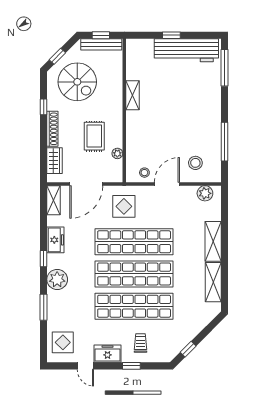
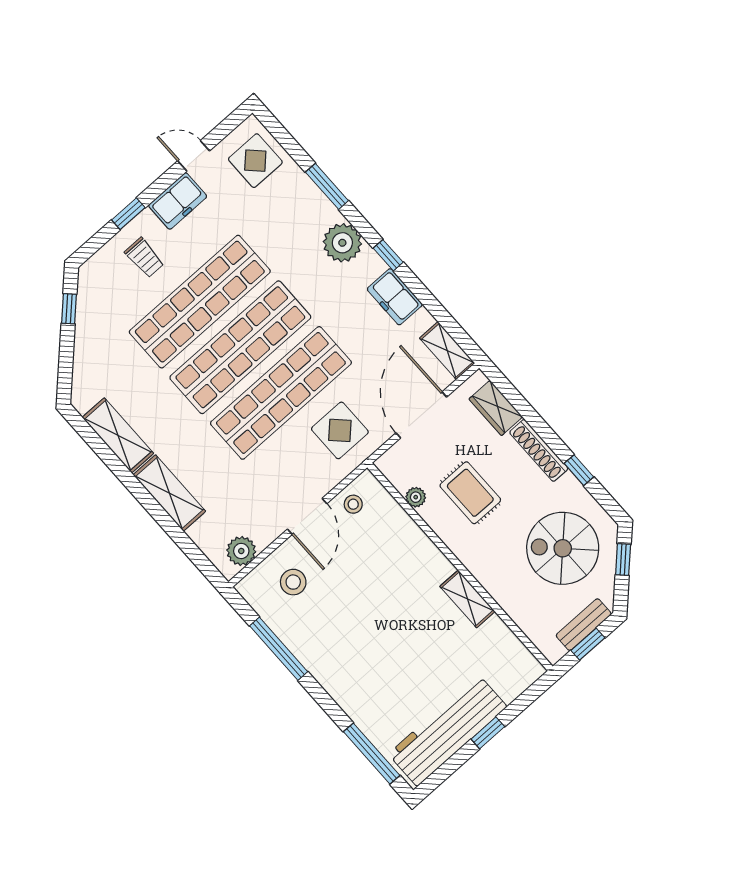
bench: (101, 44) -> (584, 625), width x0.73

